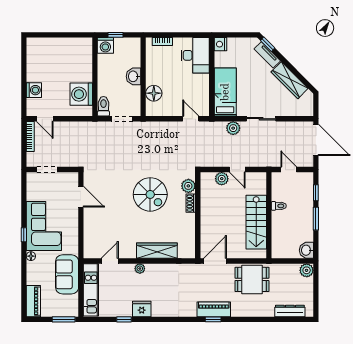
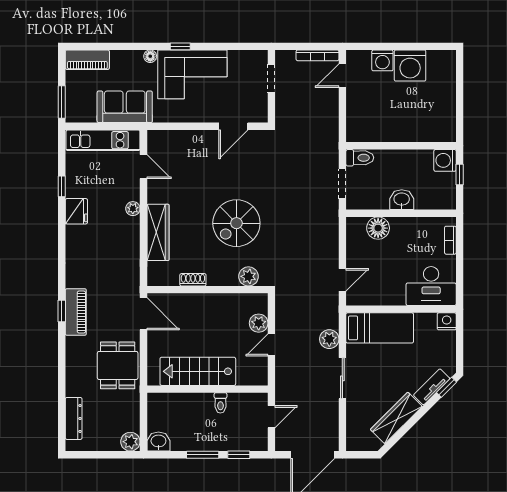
washing machine: (81, 94) -> (410, 66), moved, turned 180
shoe rack: (191, 203) -> (193, 280), moved

